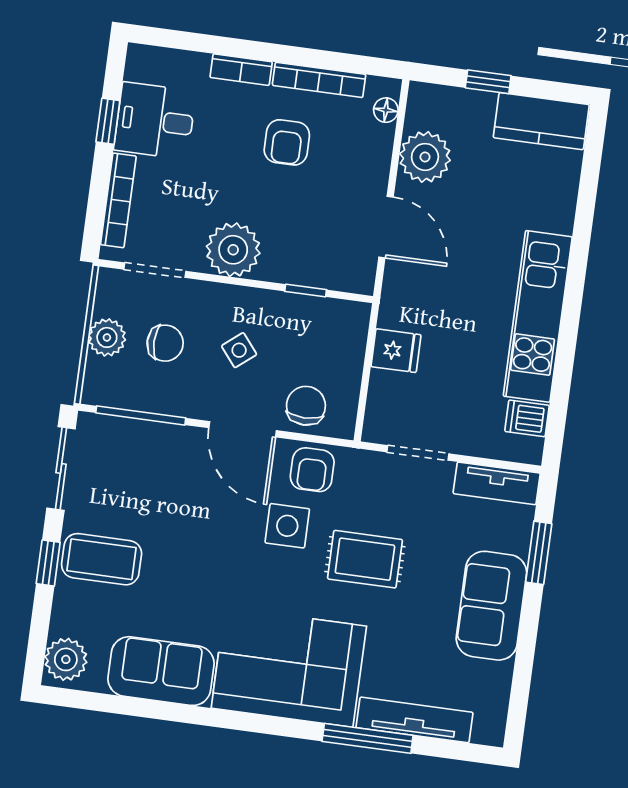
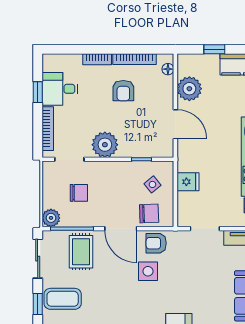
plant: (107, 337) -> (51, 218), moved
side table: (239, 350) -> (152, 184), moved
chair: (306, 406) -> (149, 213), turned 88
armchair: (312, 470) -> (156, 243), turned 90
rug: (365, 559) -> (81, 252), moved, turned 90

